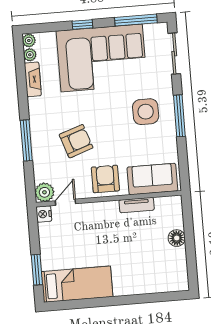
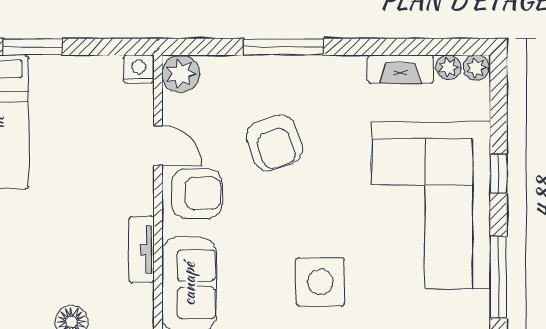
door: (65, 202) -> (158, 146), moved

